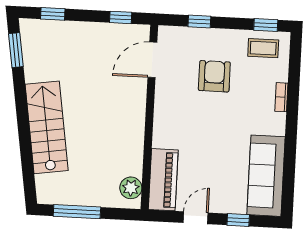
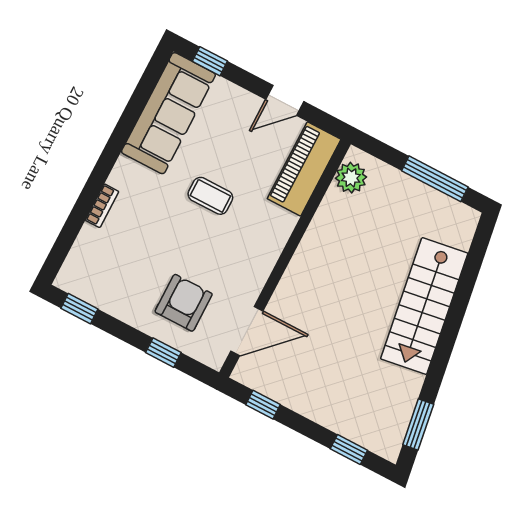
coffee table: (263, 48) -> (210, 196), moved
armchair: (214, 76) -> (184, 303), moved, turned 180
window: (238, 220) -> (210, 61), moved

